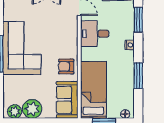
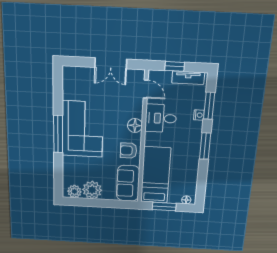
floor lamp: (71, 42) -> (135, 125), added
nightstand: (130, 45) -> (199, 115), moved
window: (138, 76) -> (205, 146), moved

